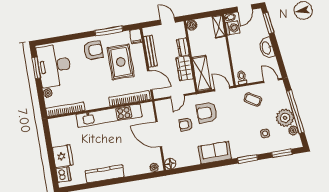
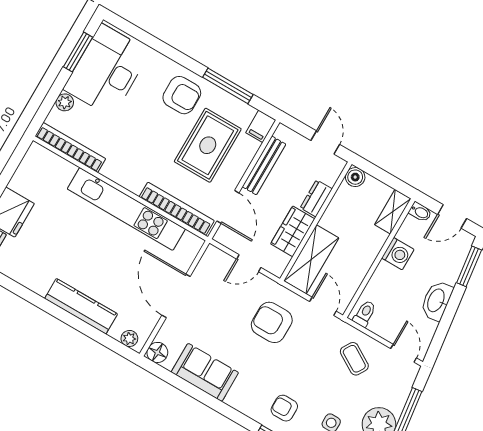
washing machine: (233, 28) -> (398, 254), moved
armchair: (186, 125) -> (284, 408), moved
sofa: (215, 153) -> (205, 372), moved
kitchen counter: (105, 174) -> (81, 306), moved

